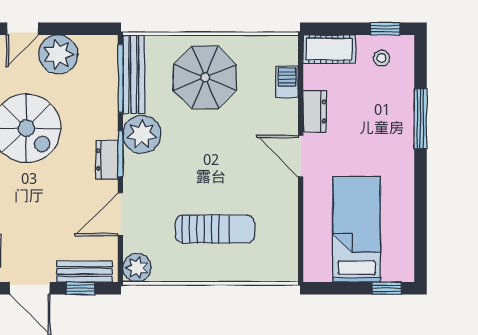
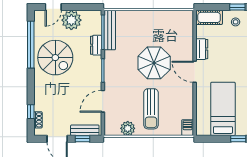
parasol: (205, 77) -> (154, 63), moved
barbecue: (287, 82) -> (188, 128), moved
plant: (142, 134) -> (114, 61), removed
dresser: (107, 160) -> (96, 45), moved
sun lounger: (215, 229) -> (151, 109), turned 90
plant: (137, 268) -> (128, 128), moved

